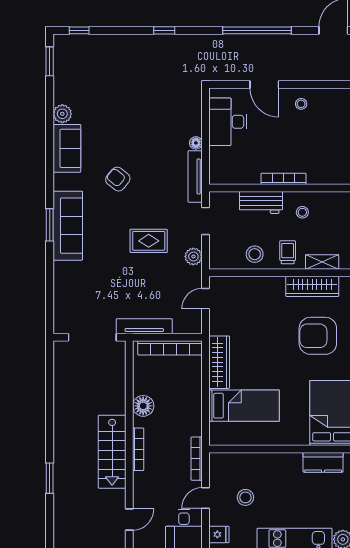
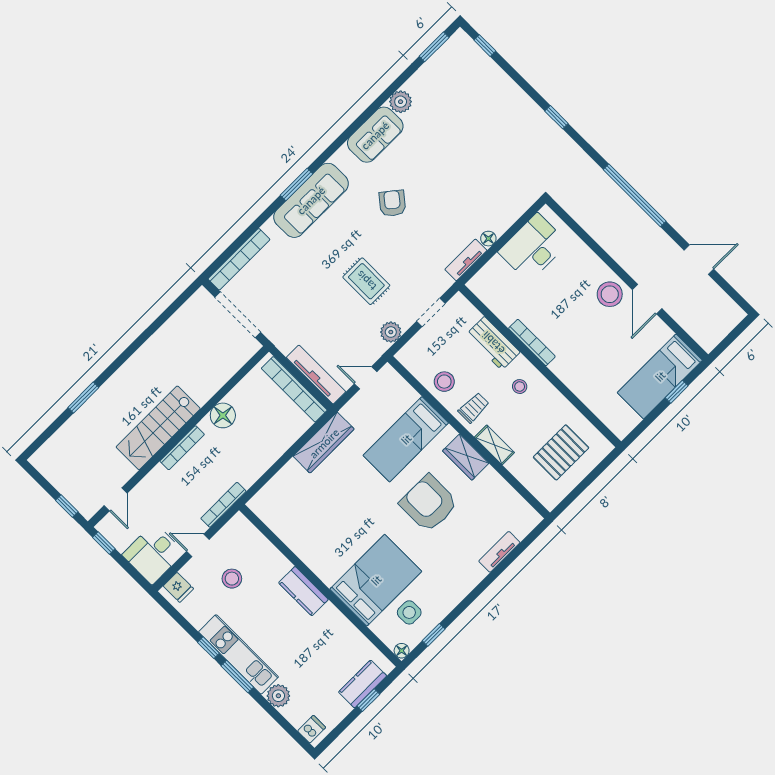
door: (264, 85) -> (647, 299), moved
stool: (301, 104) -> (610, 294), width x1.89, depth x1.89
tv unit: (195, 176) -> (466, 260), width x0.71
wardrobe: (312, 286) -> (466, 457), width x0.67
bookcase: (60, 303) -> (239, 259), added
tv unit: (144, 326) -> (316, 375), moved
bed: (244, 406) -> (406, 439), moved, turned 90
kitchen counter: (323, 462) -> (303, 591), moved
door: (129, 519) -> (116, 499), hinge flipped

